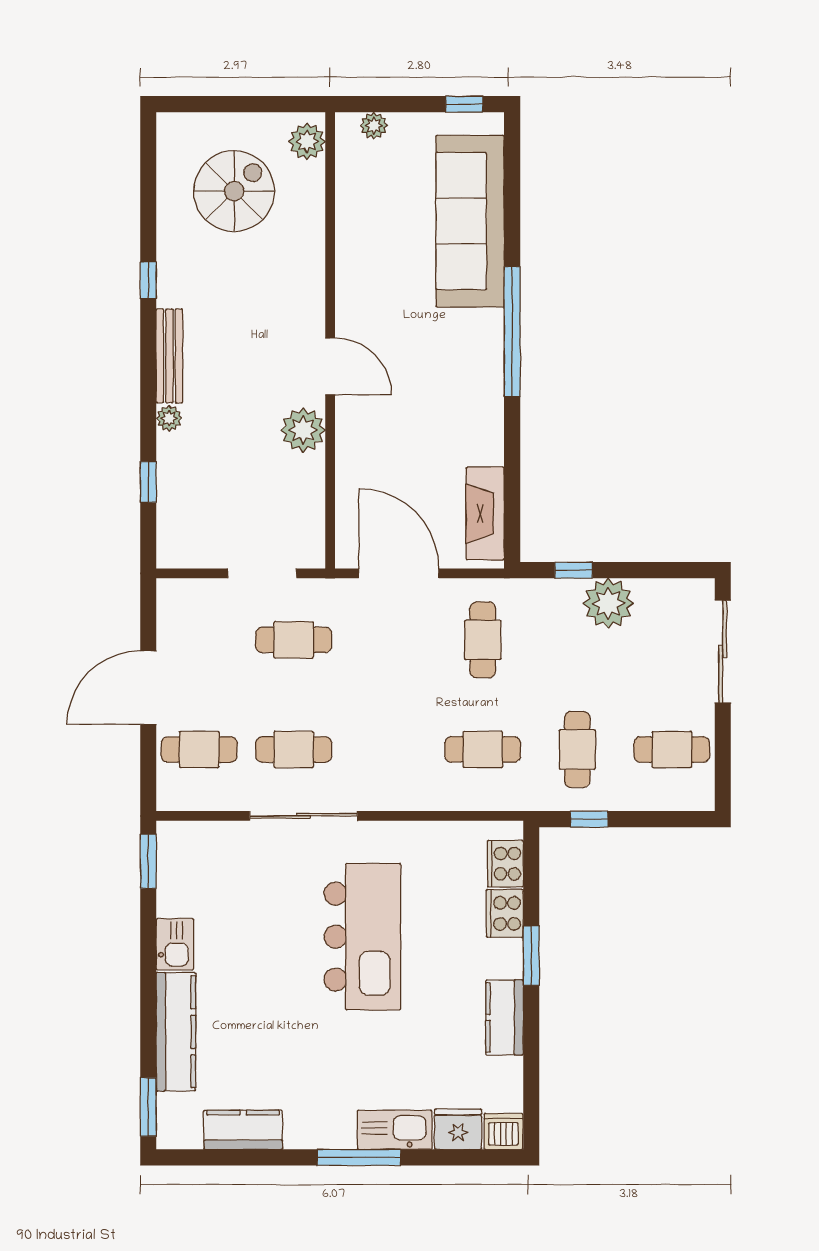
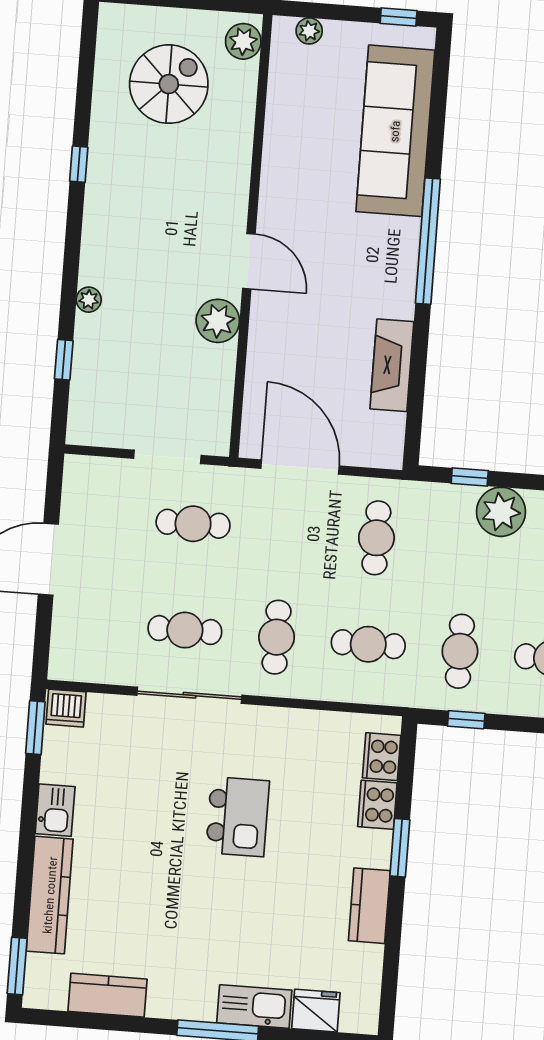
bench: (169, 356) -> (94, 239), removed
fireplace: (485, 514) -> (392, 365), moved
cafe table: (199, 749) -> (277, 637), moved, turned 90
kitchen island: (362, 937) -> (238, 817), width x0.54, depth x0.78
dishwasher: (503, 1131) -> (66, 708), moved, turned 180

